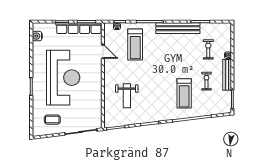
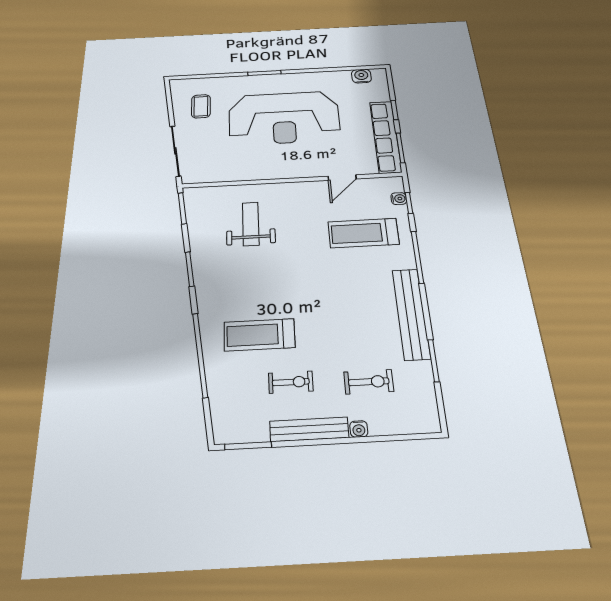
weight bench: (127, 96) -> (251, 224), turned 90

